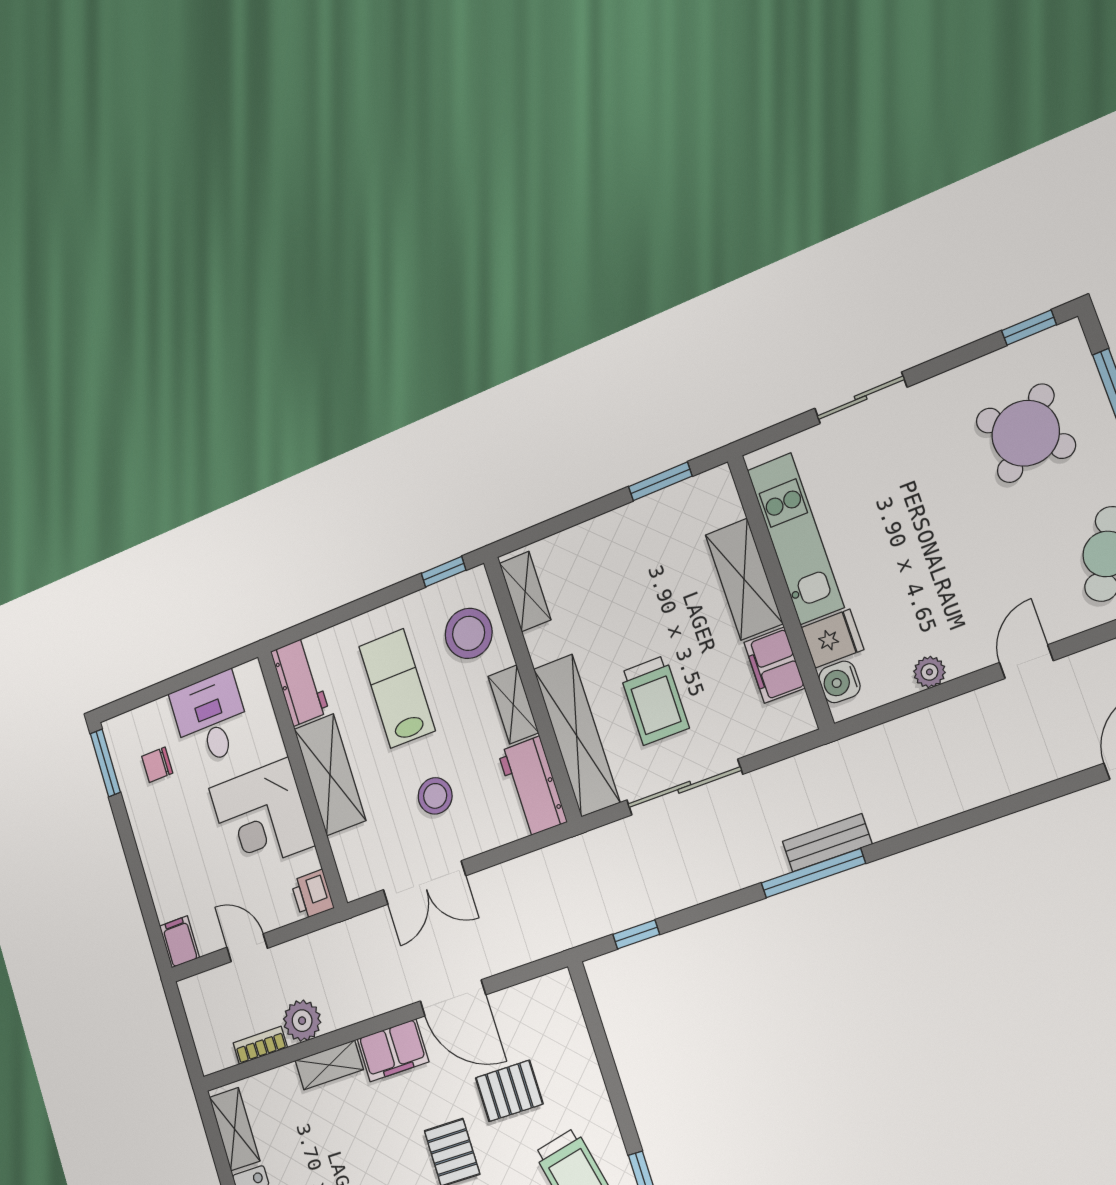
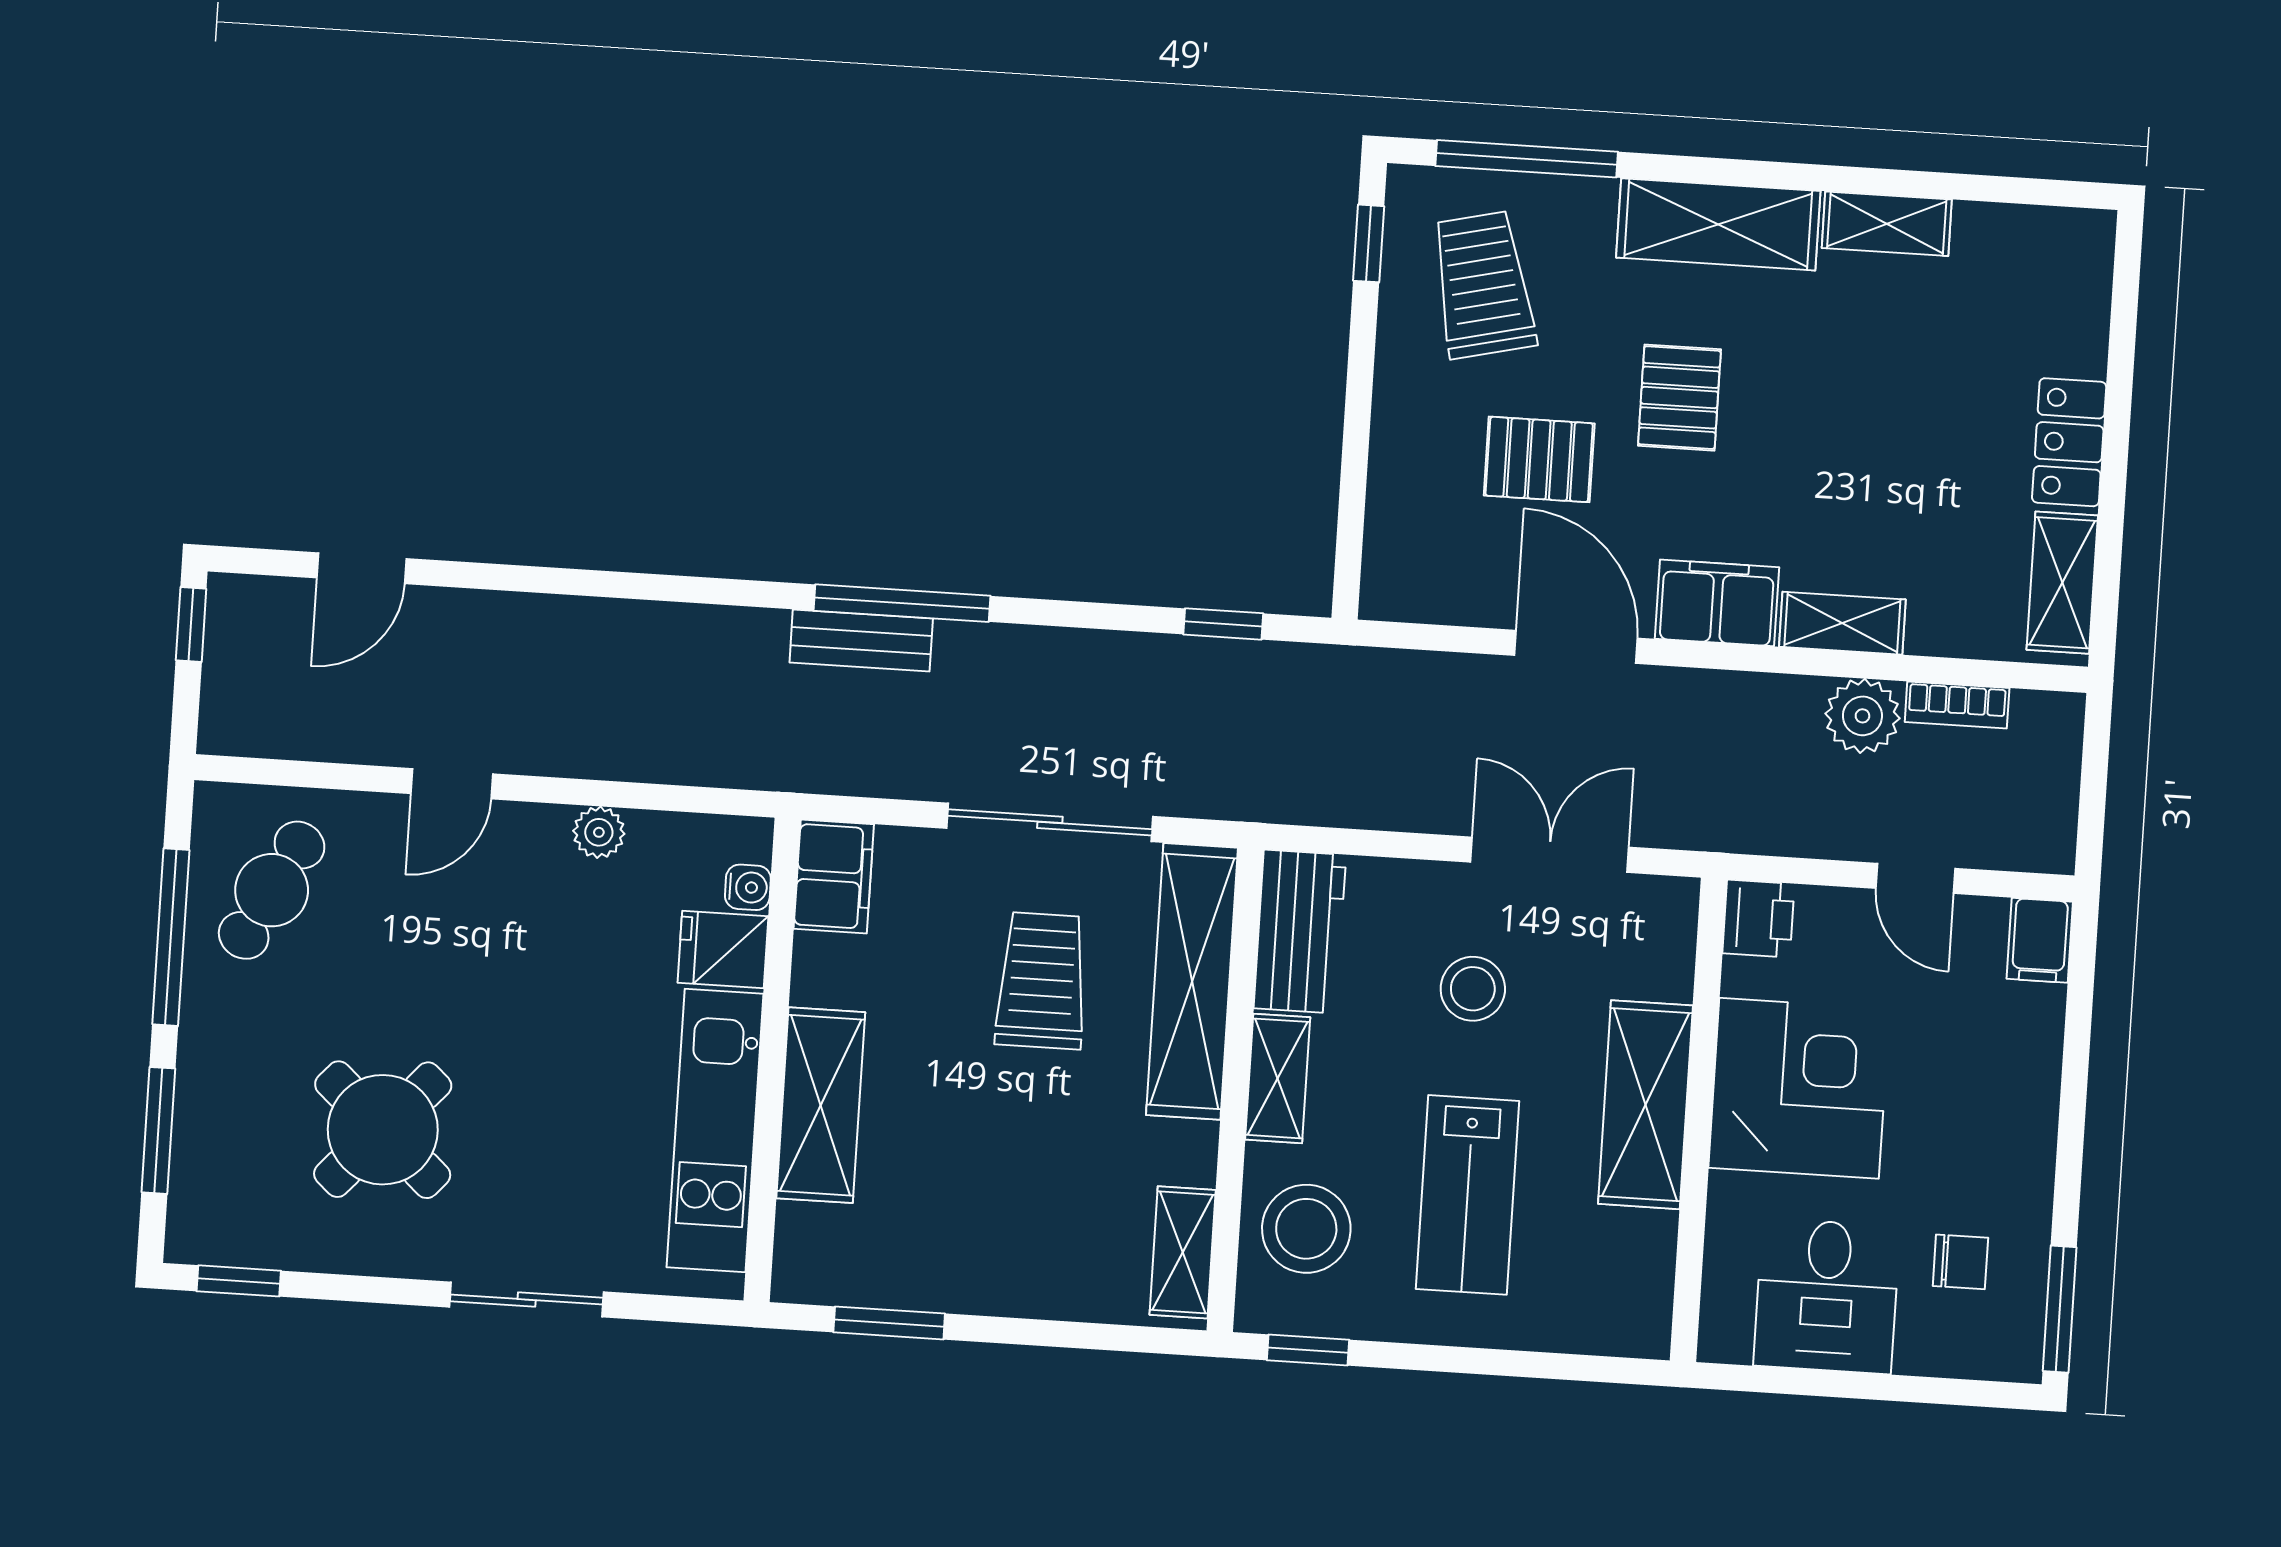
round table: (1026, 433) -> (383, 1130), moved
filing cabinet: (774, 665) -> (834, 876), moved
workbench: (300, 682) -> (1637, 1285), removed
water cooler: (839, 682) -> (748, 887), width x0.72, depth x0.72

